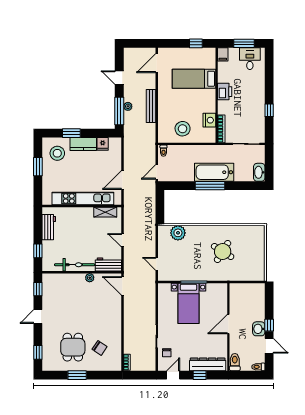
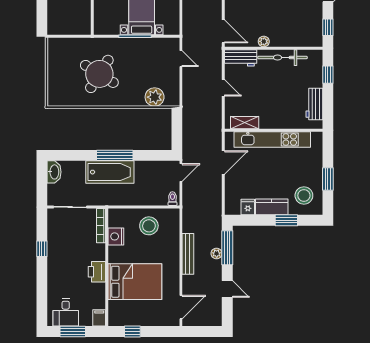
bed: (194, 79) -> (135, 282), width x1.50
round table: (223, 252) -> (99, 74), width x1.36, depth x1.36

